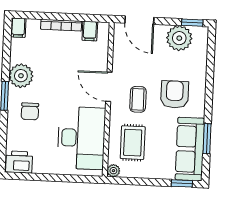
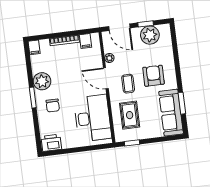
window: (192, 23) -> (146, 24), moved
plant: (113, 171) -> (109, 58), moved
window: (182, 183) -> (132, 143), moved

